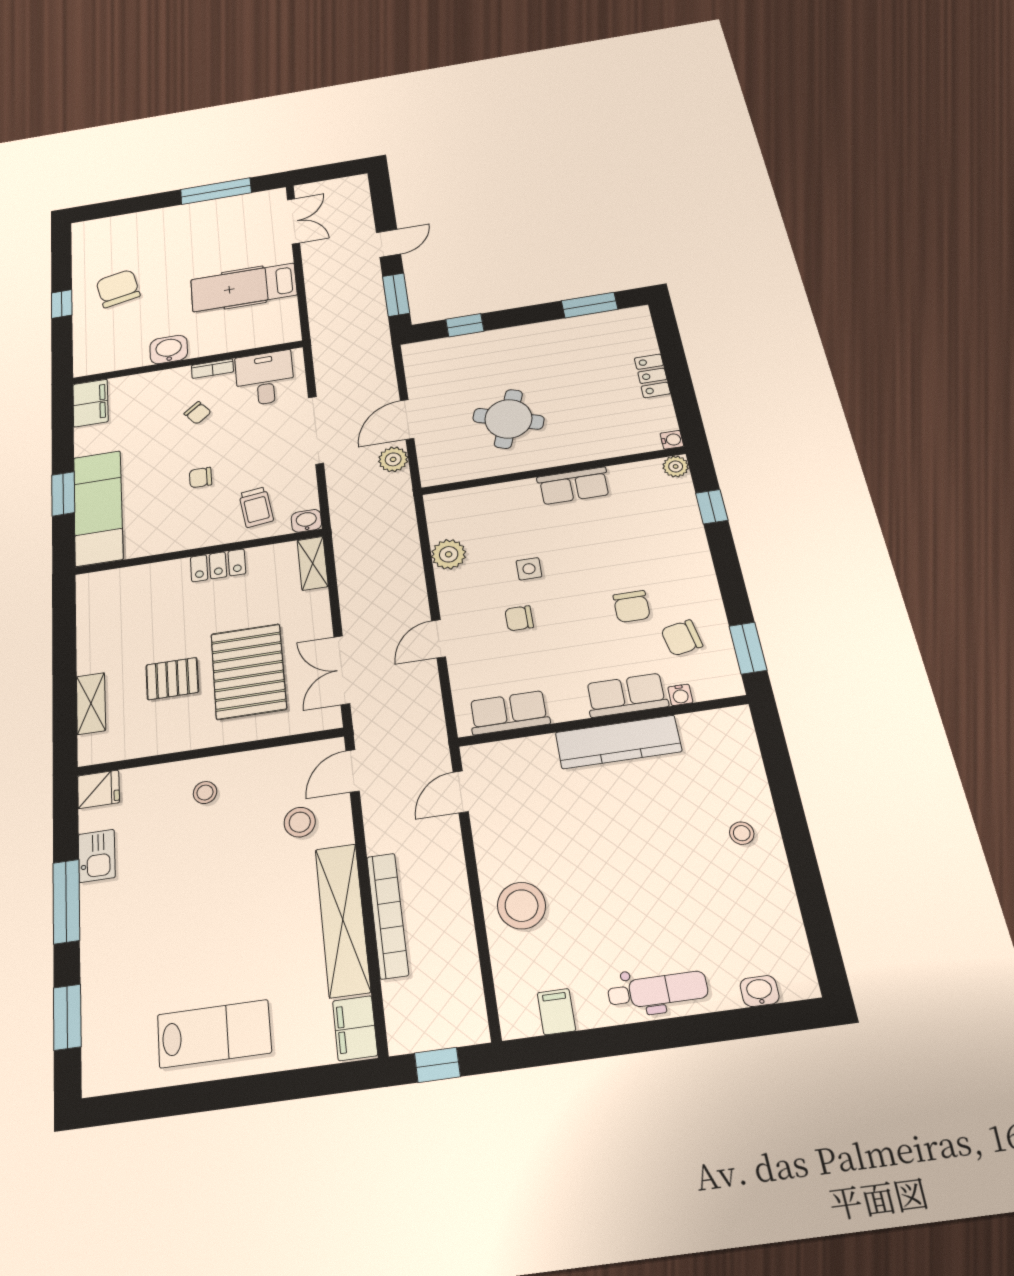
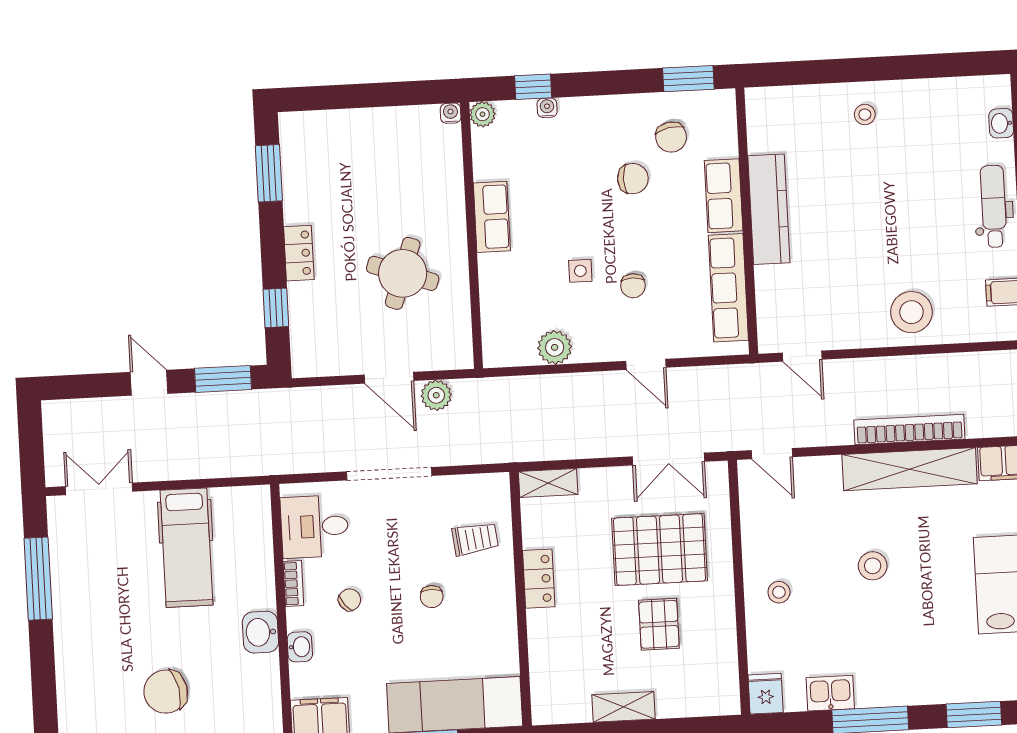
locker: (652, 376) -> (299, 253), moved, turned -90
washbasin: (306, 521) -> (300, 647), moved, turned 180
water cooler: (680, 695) -> (547, 108), moved, turned -90
shelving: (91, 703) -> (623, 707), moved
row of seats: (509, 713) -> (728, 288), width x1.48
stool: (300, 822) -> (873, 566), moved

